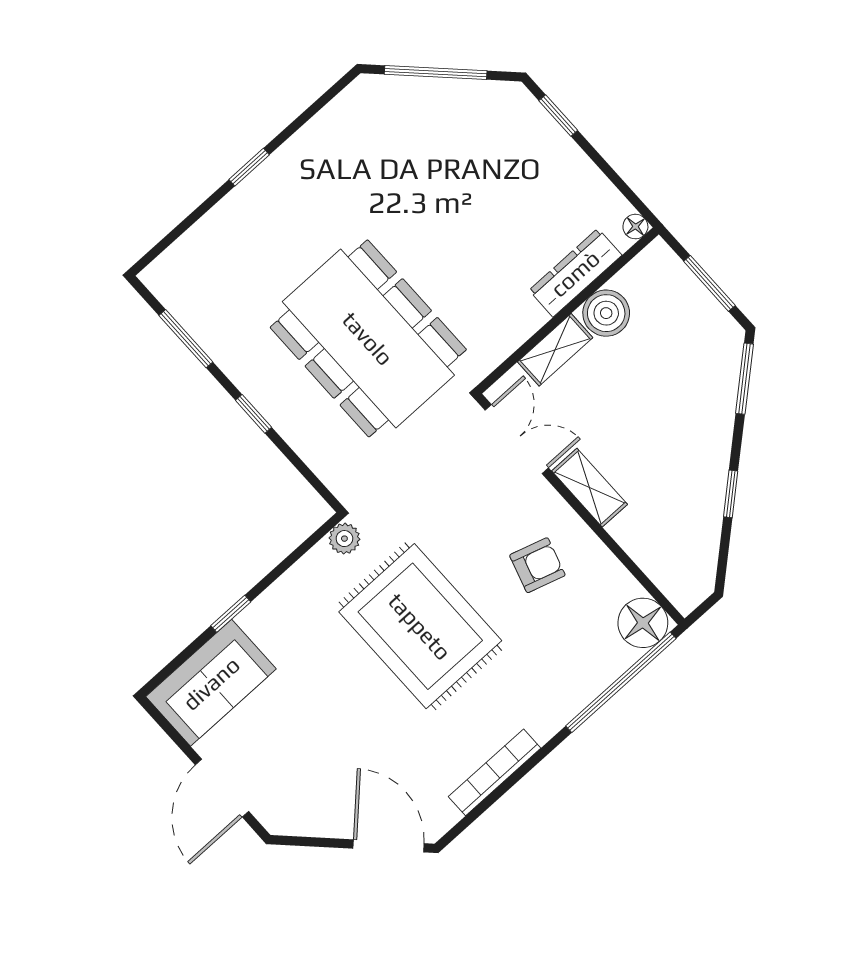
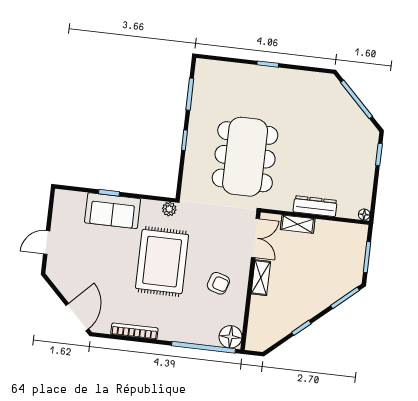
dresser: (575, 273) -> (315, 206), moved
boiler: (606, 313) -> (326, 231), removed
sofa: (211, 683) -> (113, 211), moved
door: (222, 788) -> (47, 242), width x0.73

